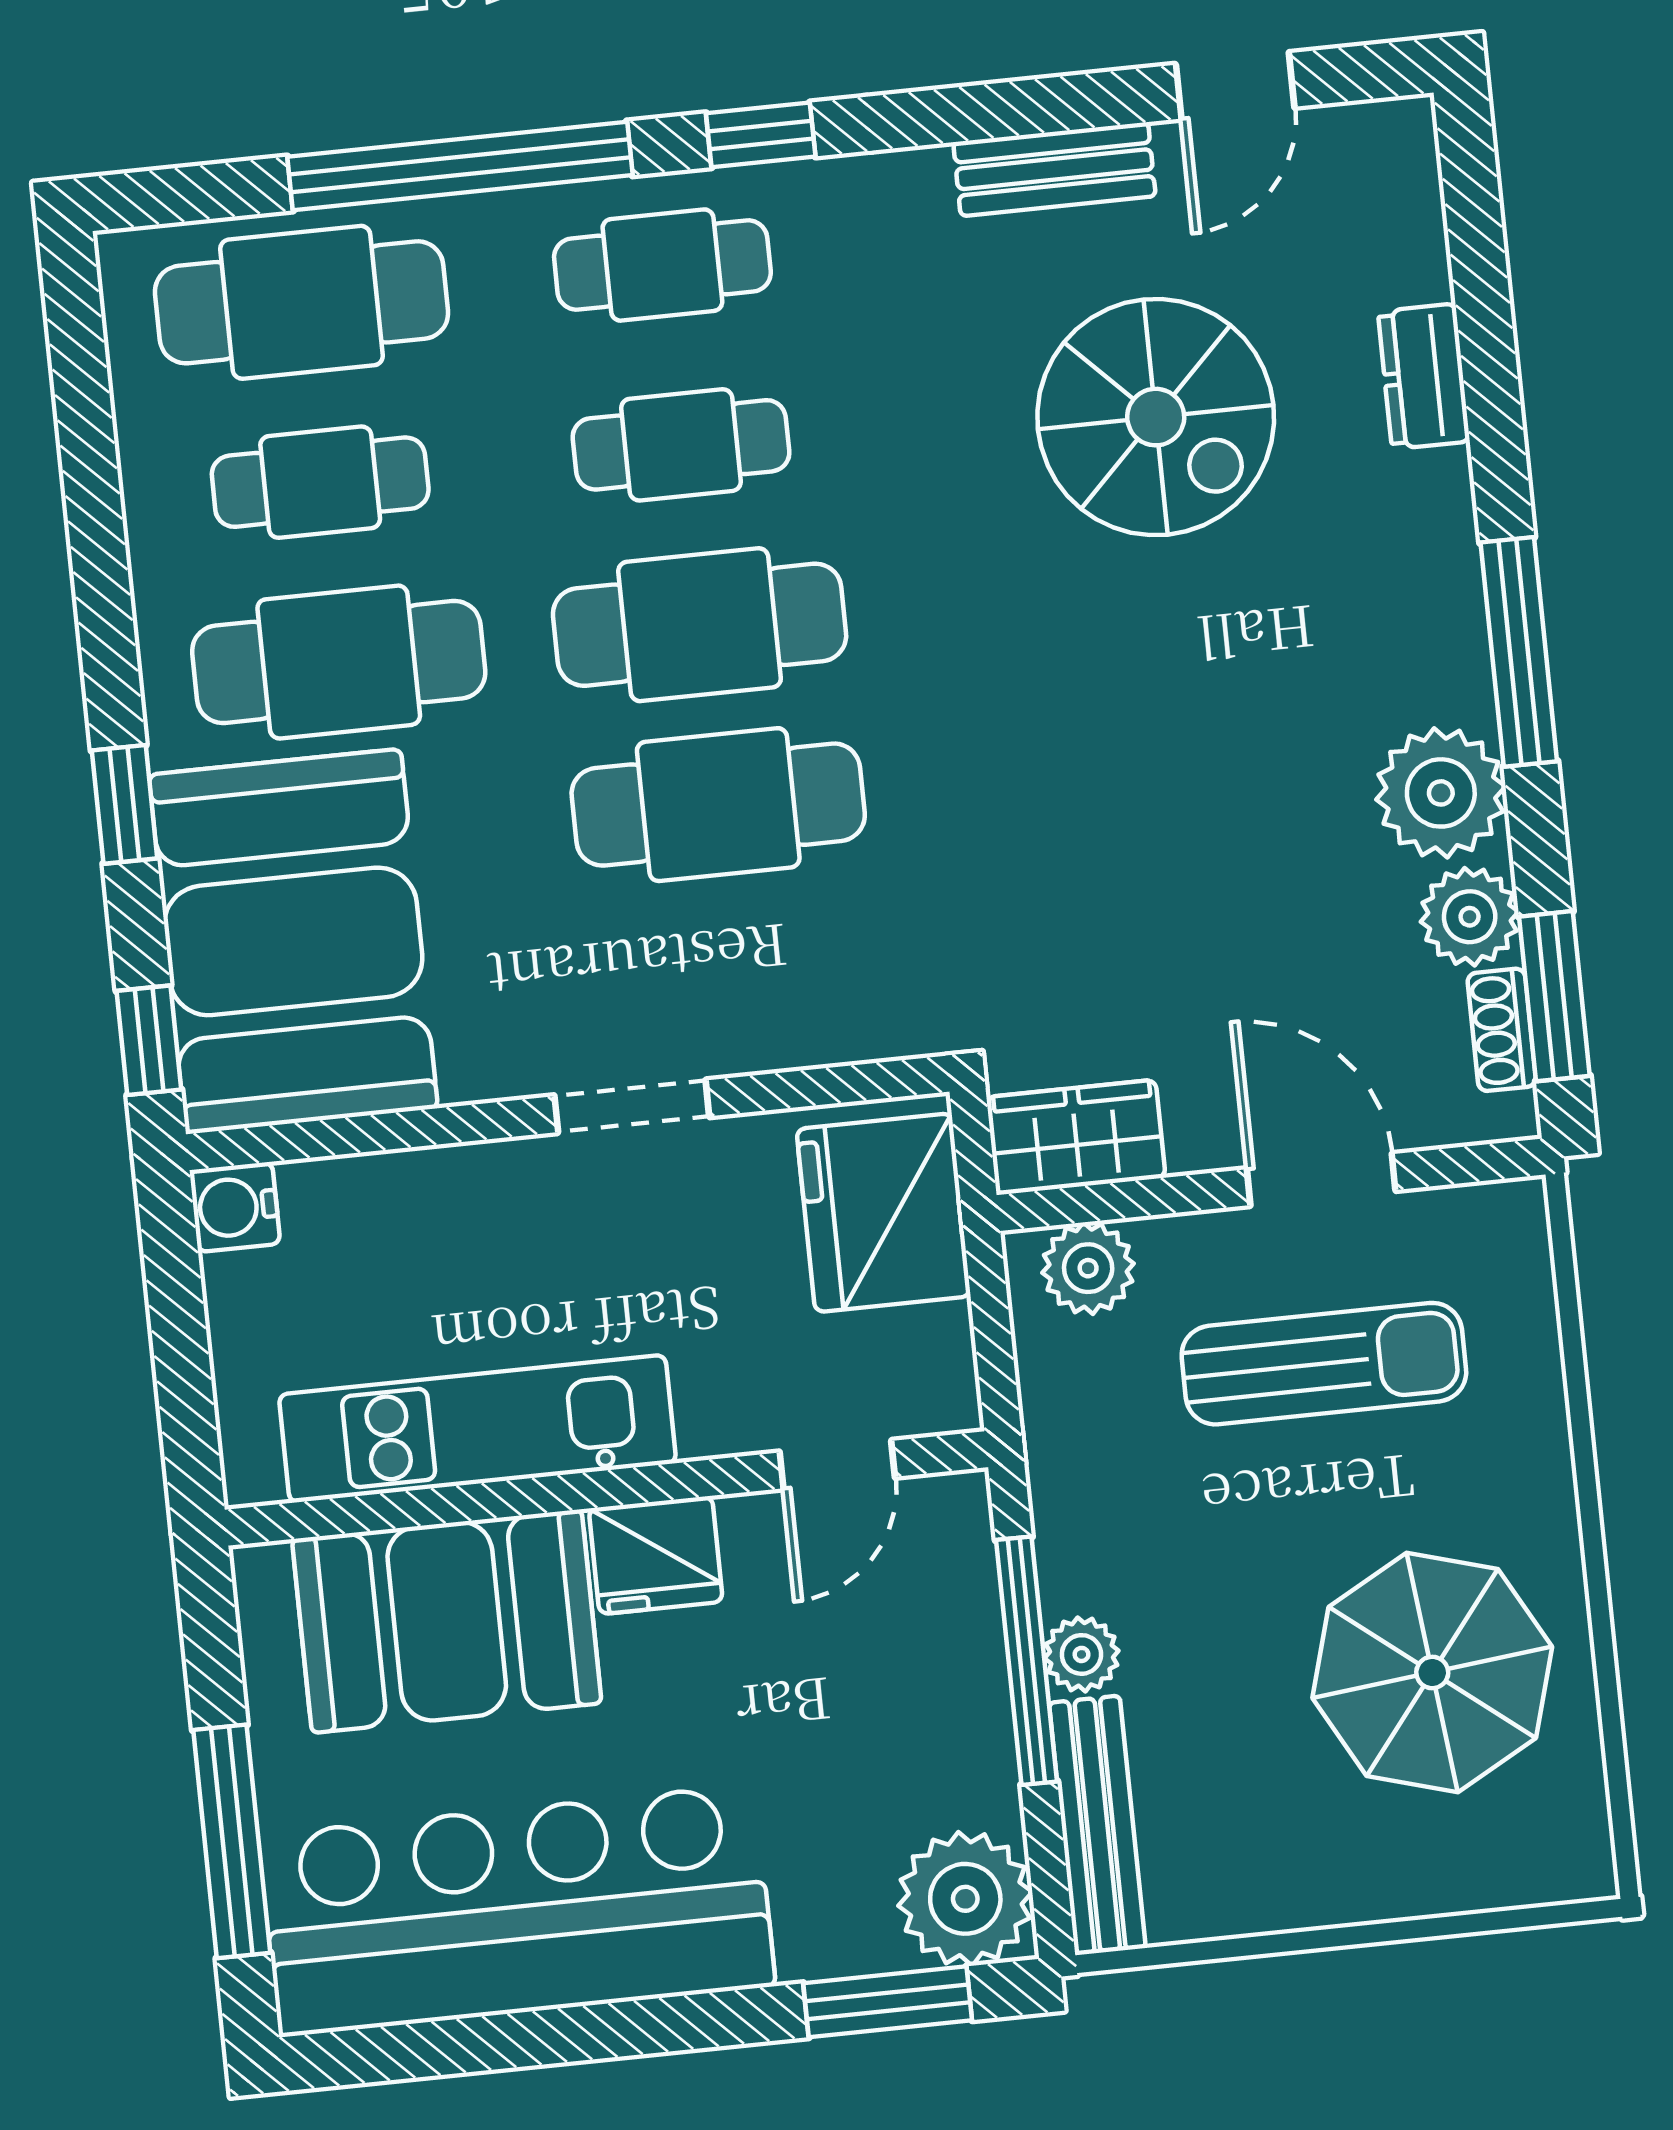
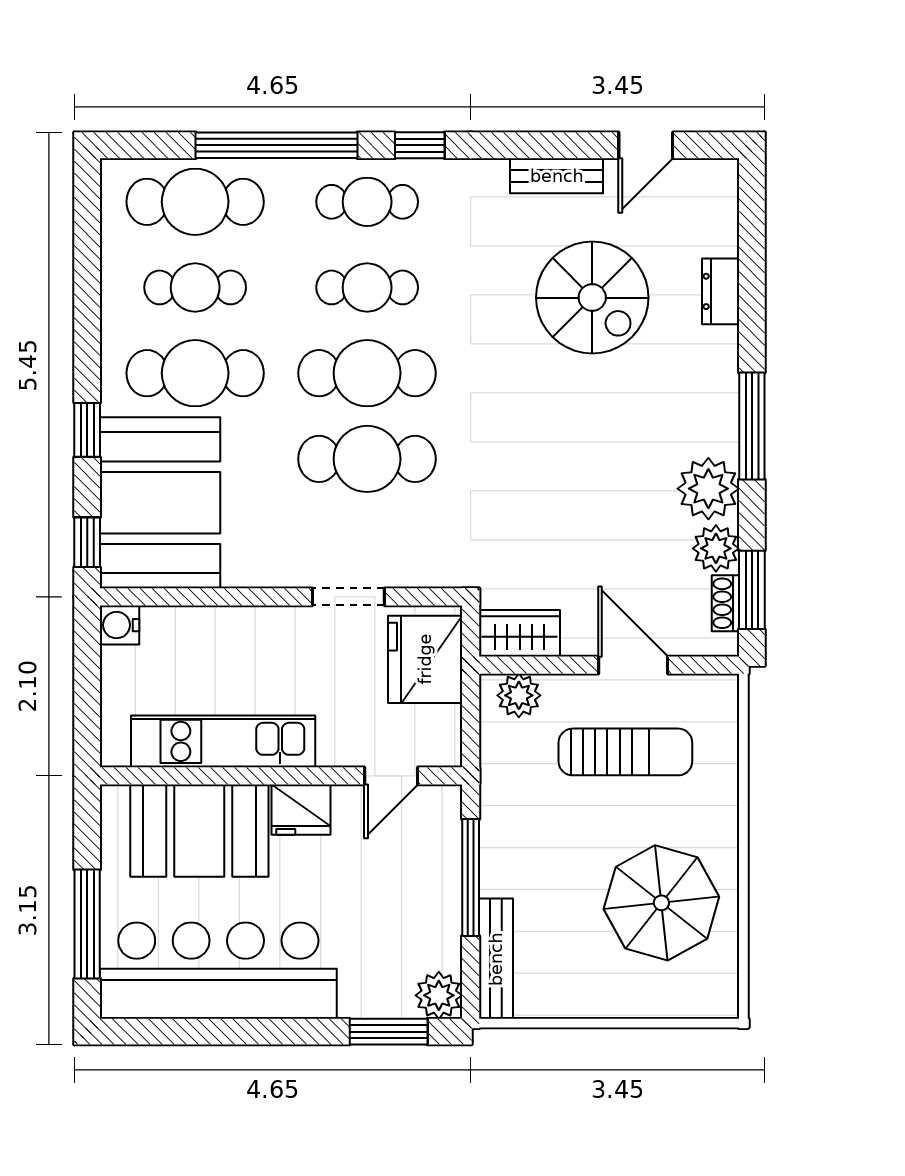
doorway: (632, 1106) -> (348, 597), moved
plant: (1082, 1654) -> (497, 877), removed
plant: (965, 1899) -> (439, 995), width x0.73, depth x0.73

